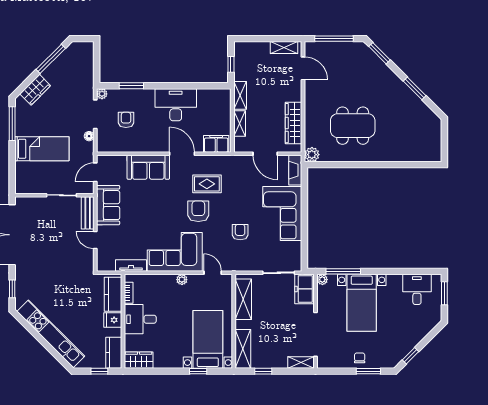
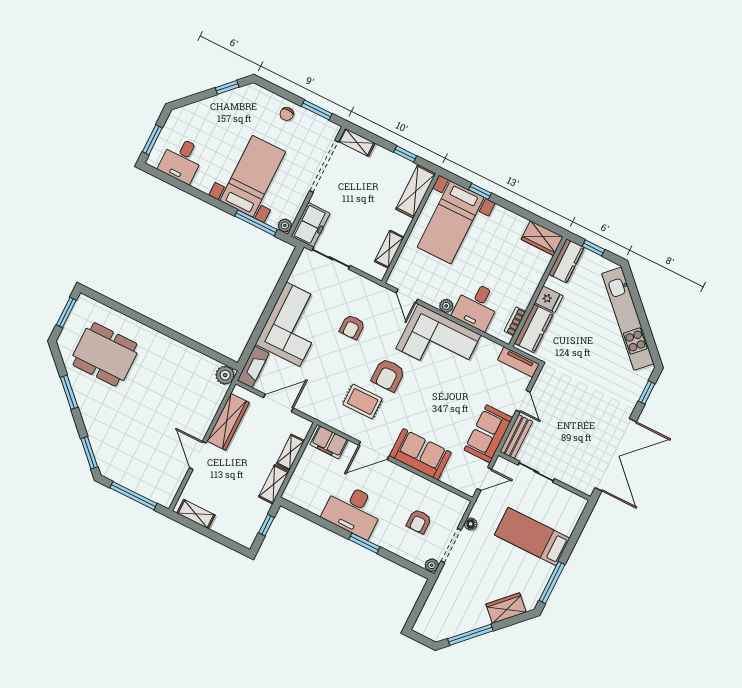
door: (303, 68) -> (198, 455), moved
window: (131, 86) -> (364, 543), moved
dining table: (353, 126) -> (105, 354), moved
window: (444, 143) -> (66, 312), added
door: (182, 154) -> (374, 451), hinge flipped
door: (265, 154) -> (278, 403), hinge flipped
tv unit: (131, 266) -> (518, 362), moved
shelving: (243, 299) -> (389, 249), width x0.67, depth x0.75
desk: (140, 319) -> (477, 306), moved, turned 90
window: (368, 371) -> (317, 110), moved

